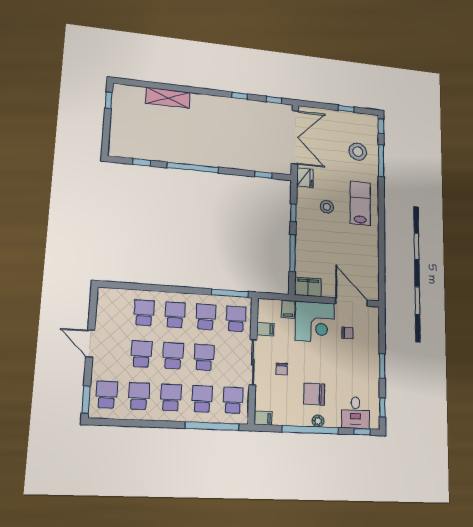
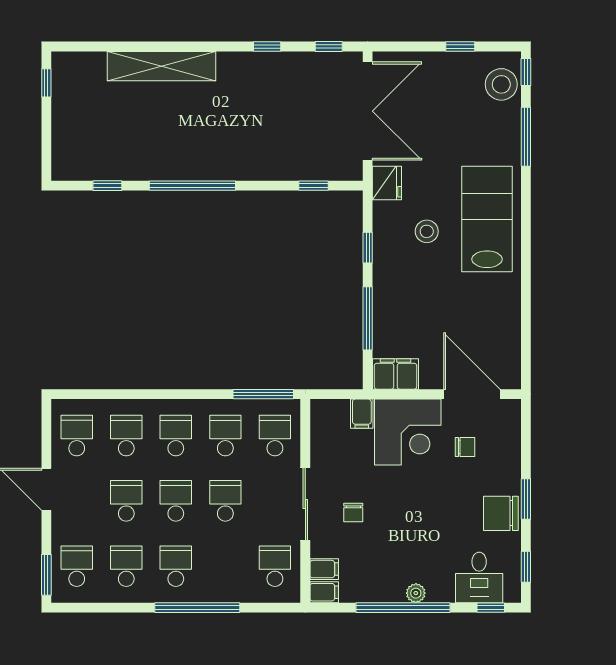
shelving: (168, 98) -> (161, 66), width x1.47
stool: (358, 152) -> (501, 84), moved
lab bench: (360, 203) -> (487, 219), width x1.36, depth x1.39
filing cabinet: (265, 329) -> (324, 569), moved
chair: (314, 394) -> (501, 513), moved
school desk: (202, 399) -> (77, 436), moved
window: (212, 426) -> (197, 608), moved

